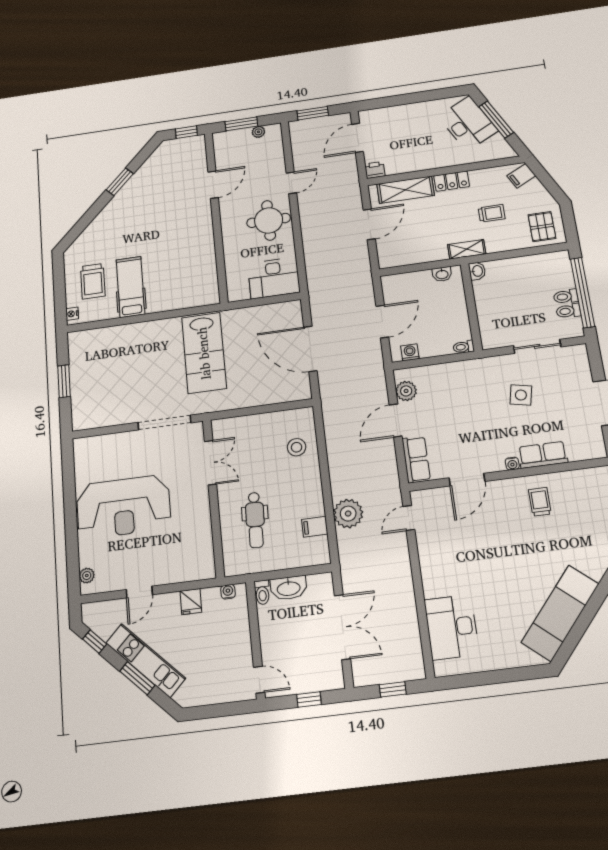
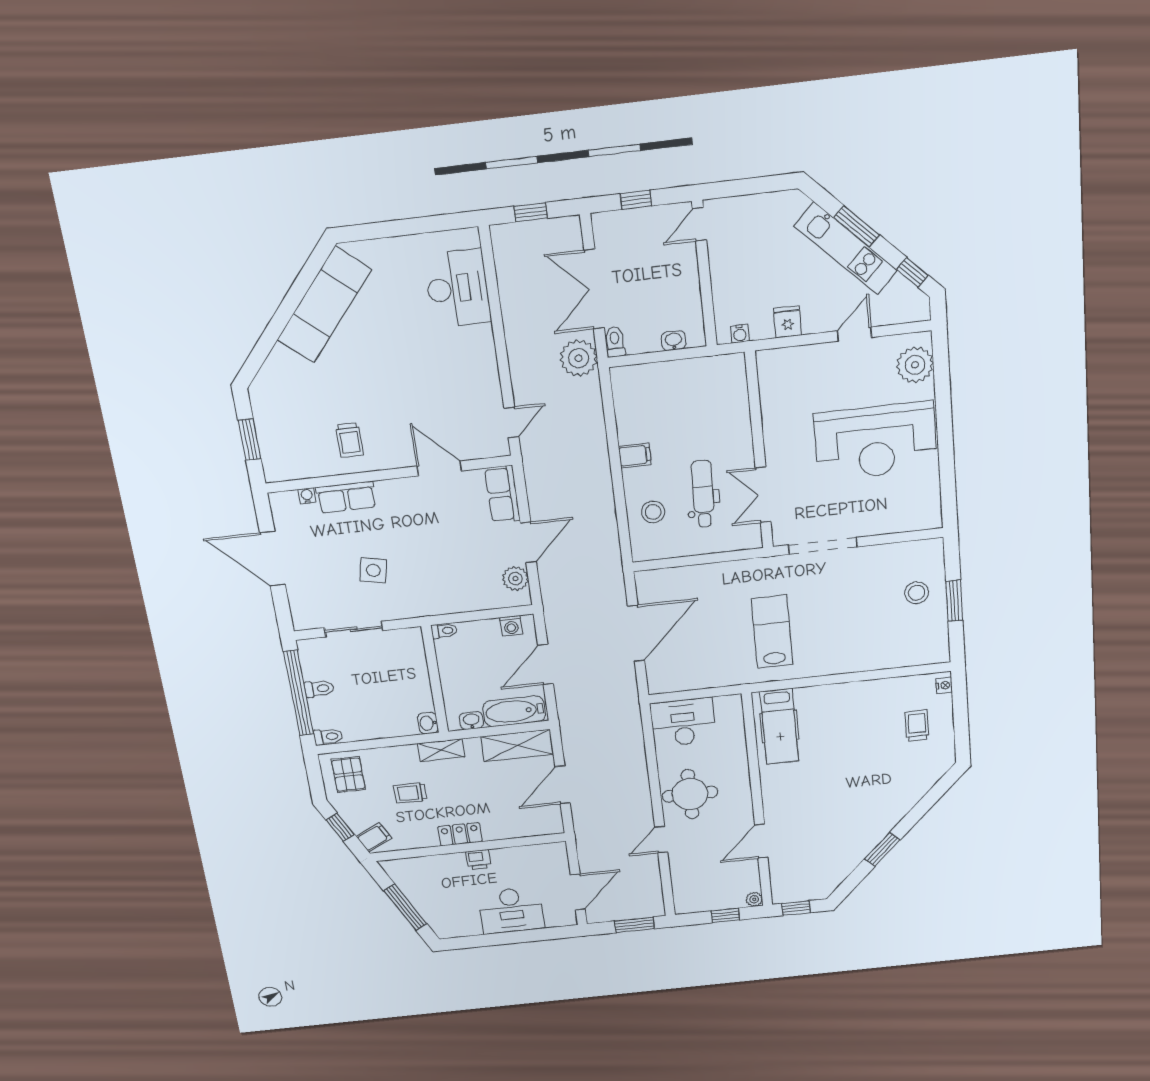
window: (241, 124) -> (725, 915), width x0.67
desk: (468, 124) -> (511, 910), moved, turned -63
plant: (258, 132) -> (754, 899), moved
printer: (375, 170) -> (478, 860), moved
window: (549, 183) -> (340, 827), added
shelving: (406, 190) -> (517, 745), moved
trolley: (93, 281) -> (917, 725), width x0.73, depth x0.72
bathtub: (408, 283) -> (514, 711), added
hospital bed: (130, 287) -> (779, 726), moved
toilet: (568, 311) -> (328, 737), moved
door: (310, 349) -> (636, 633), hinge flipped
lab bench: (204, 353) -> (772, 632), width x0.73, depth x0.72
stool: (93, 387) -> (917, 593), added
water cooler: (512, 464) -> (307, 496), moved
door: (467, 480) -> (439, 468), hinge flipped
reception desk: (123, 507) -> (876, 441), turned 180
plant: (348, 514) -> (579, 358), moved
dental chair: (255, 520) -> (703, 494), moved
filing cabinet: (315, 527) -> (635, 456), moved
plant: (87, 576) -> (915, 365), width x1.88, depth x1.88
washbasin: (289, 588) -> (674, 341), width x0.52, depth x0.69
toilet: (262, 592) -> (615, 342), moved
door: (259, 680) -> (699, 224), hinge flipped

